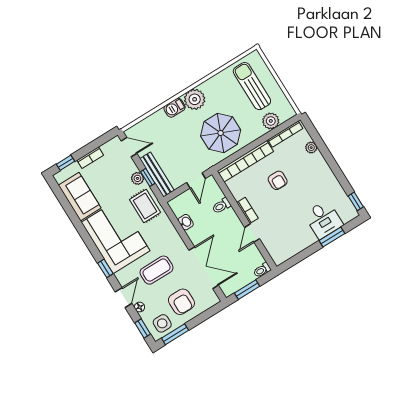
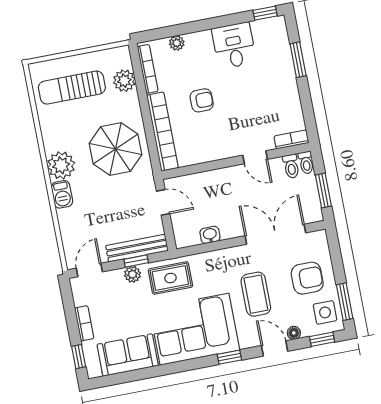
toilet: (222, 206) -> (291, 166), moved
bookcase: (247, 210) -> (291, 140), moved
desk: (323, 219) -> (234, 45), moved, turned -90

